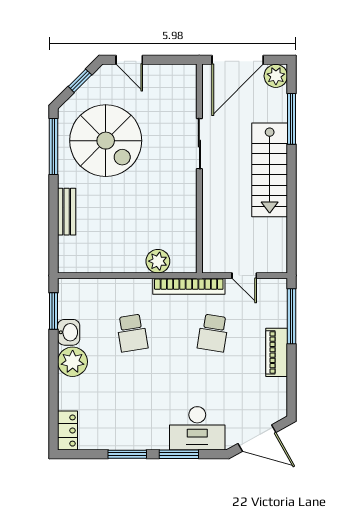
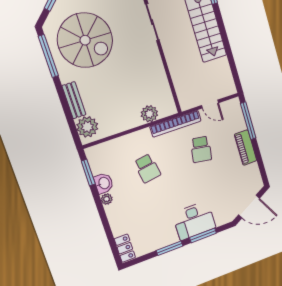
plant: (72, 251) -> (87, 127), added
plant: (73, 362) -> (107, 199), width x0.53, depth x0.53
desk: (197, 428) -> (194, 220), moved

